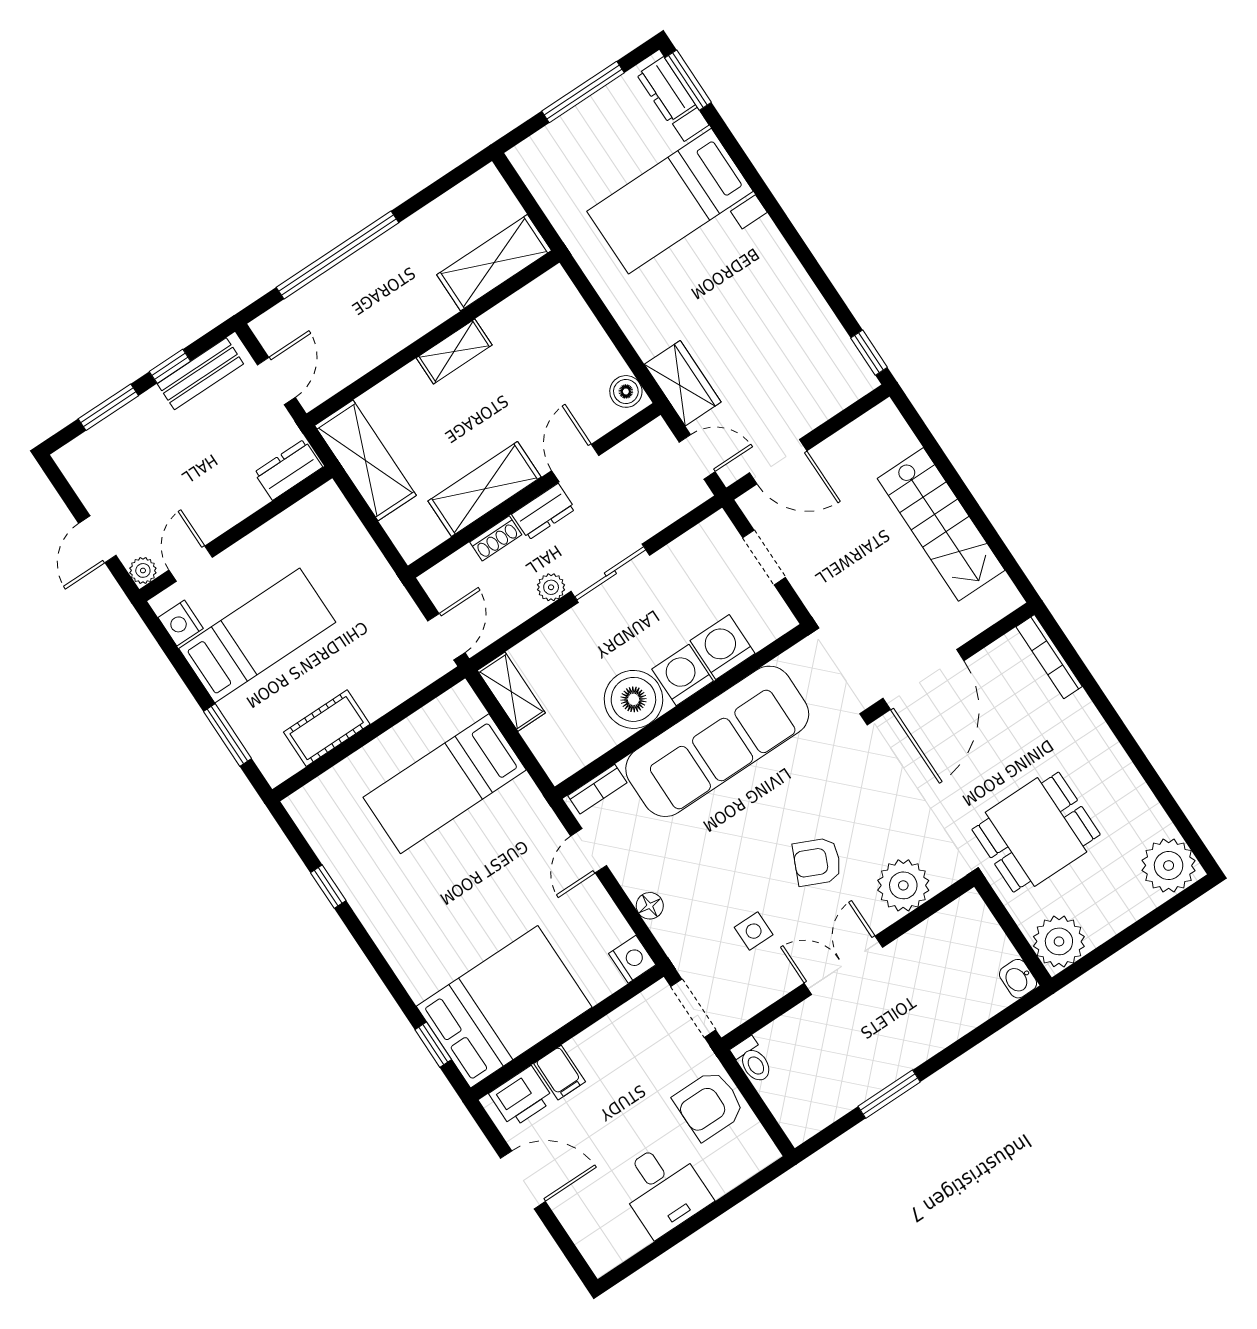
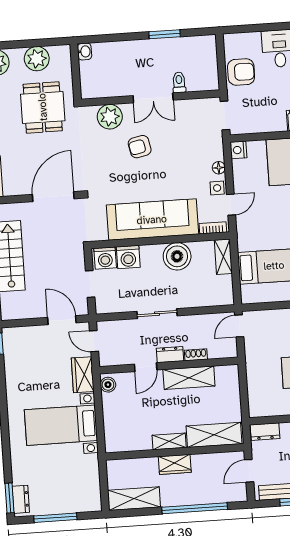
bed with nightstands: (670, 201) -> (61, 425), moved, turned 180
shelving: (494, 263) -> (134, 499), moved
wardrobe: (420, 315) -> (175, 464), added
shelving: (365, 460) -> (214, 435), moved, turned 90
plant: (551, 587) -> (185, 322), removed
washing machine: (683, 675) -> (105, 258), moved
shelving: (511, 692) -> (223, 257), moved
dining table: (1036, 832) -> (43, 107), turned 90
armchair: (817, 862) -> (140, 147), turned 144
side table: (754, 931) -> (217, 188), moved
plant: (1059, 941) -> (37, 59), moved
toilet: (753, 1060) -> (179, 82), moved

